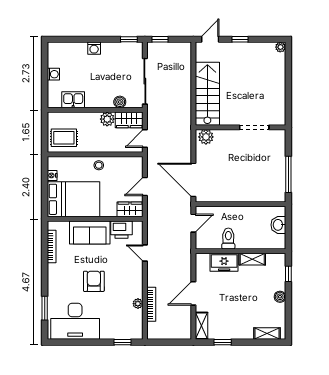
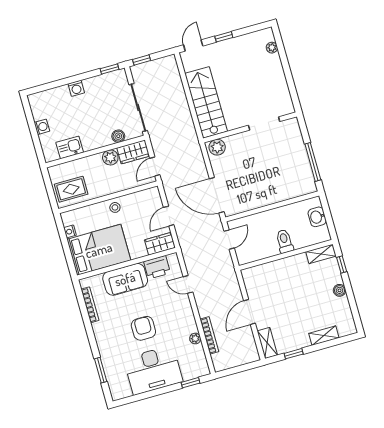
plant: (280, 47) -> (272, 48), moved
toilet: (228, 239) -> (285, 241), moved
shelving: (252, 259) -> (321, 254), moved
freezer: (224, 262) -> (272, 271), removed
desk: (75, 321) -> (153, 370), moved
shelving: (267, 333) -> (324, 336), moved

